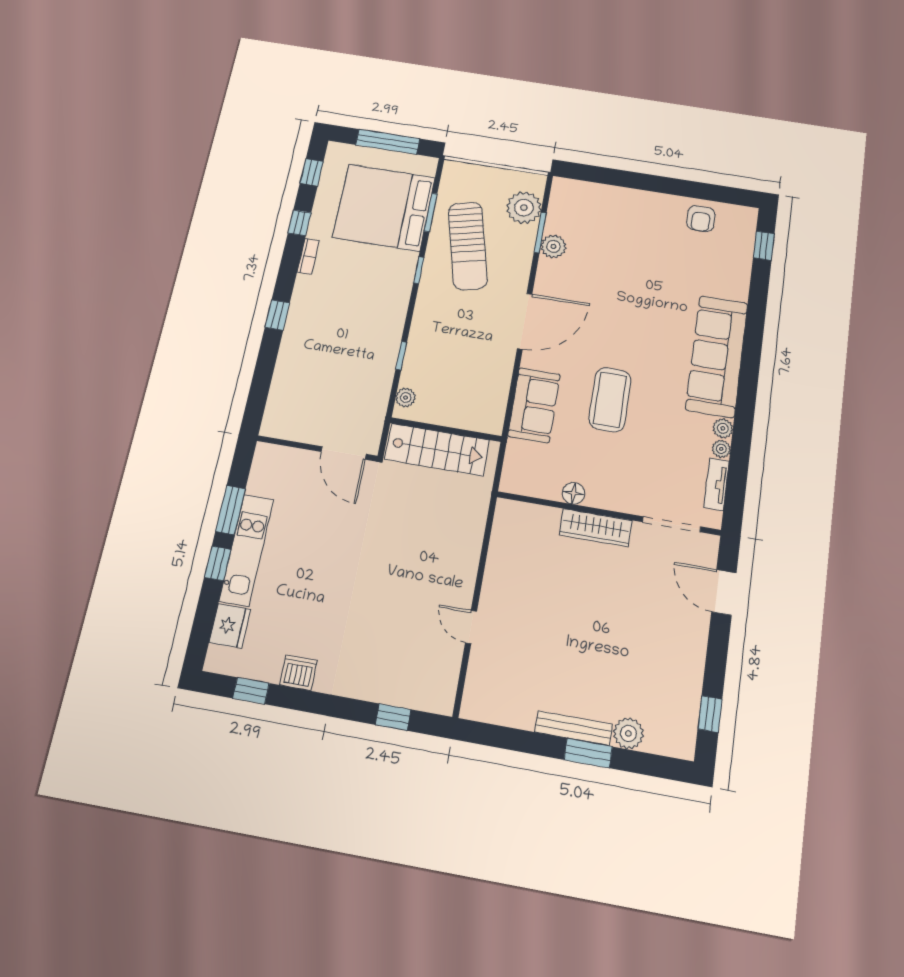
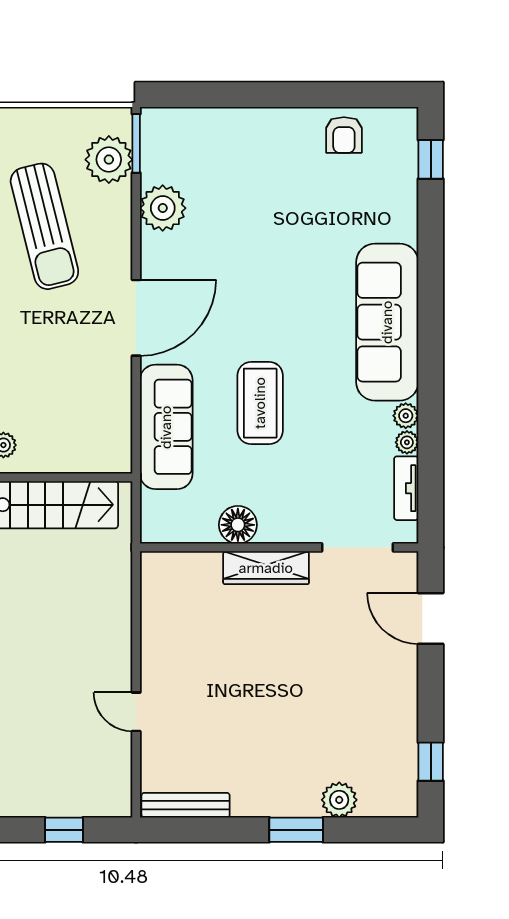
window: (540, 233) -> (136, 143), moved
plant: (553, 246) -> (163, 208), width x1.36, depth x1.36
sofa: (534, 405) -> (166, 427), width x1.36
floor lamp: (573, 493) -> (238, 525), width x1.38, depth x1.38
bench: (574, 728) -> (186, 805), moved

